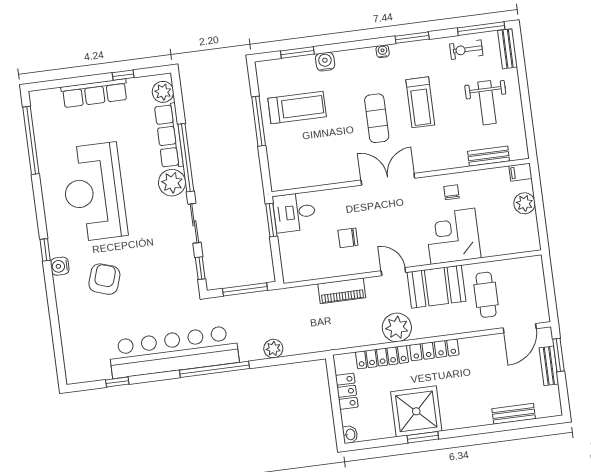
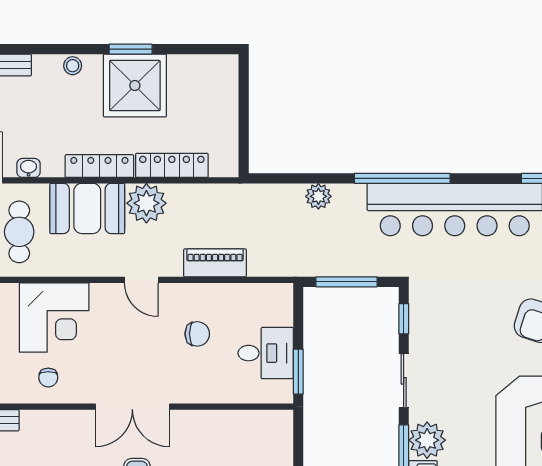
desk: (294, 212) -> (266, 353), moved
booth: (436, 287) -> (87, 208), moved
locker: (347, 391) -> (226, 125), removed
stool: (463, 420) -> (73, 66), added
washbasin: (350, 434) -> (29, 168), moved, turned 90

